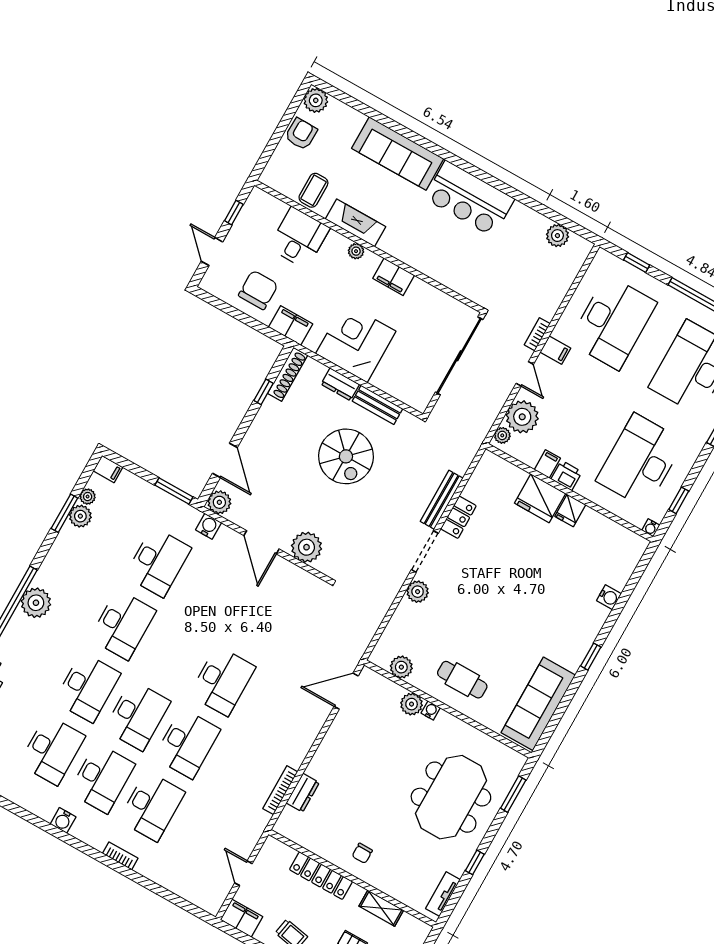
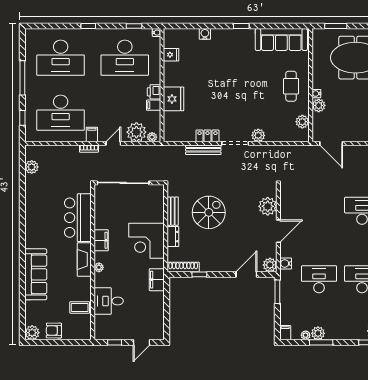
bar counter: (469, 198) -> (78, 218), moved, turned 180
fireplace: (356, 223) -> (84, 259), moved
chair: (258, 290) -> (148, 307), removed
desk: (613, 322) -> (61, 113), turned 180
fridge: (570, 510) -> (171, 55), moved

